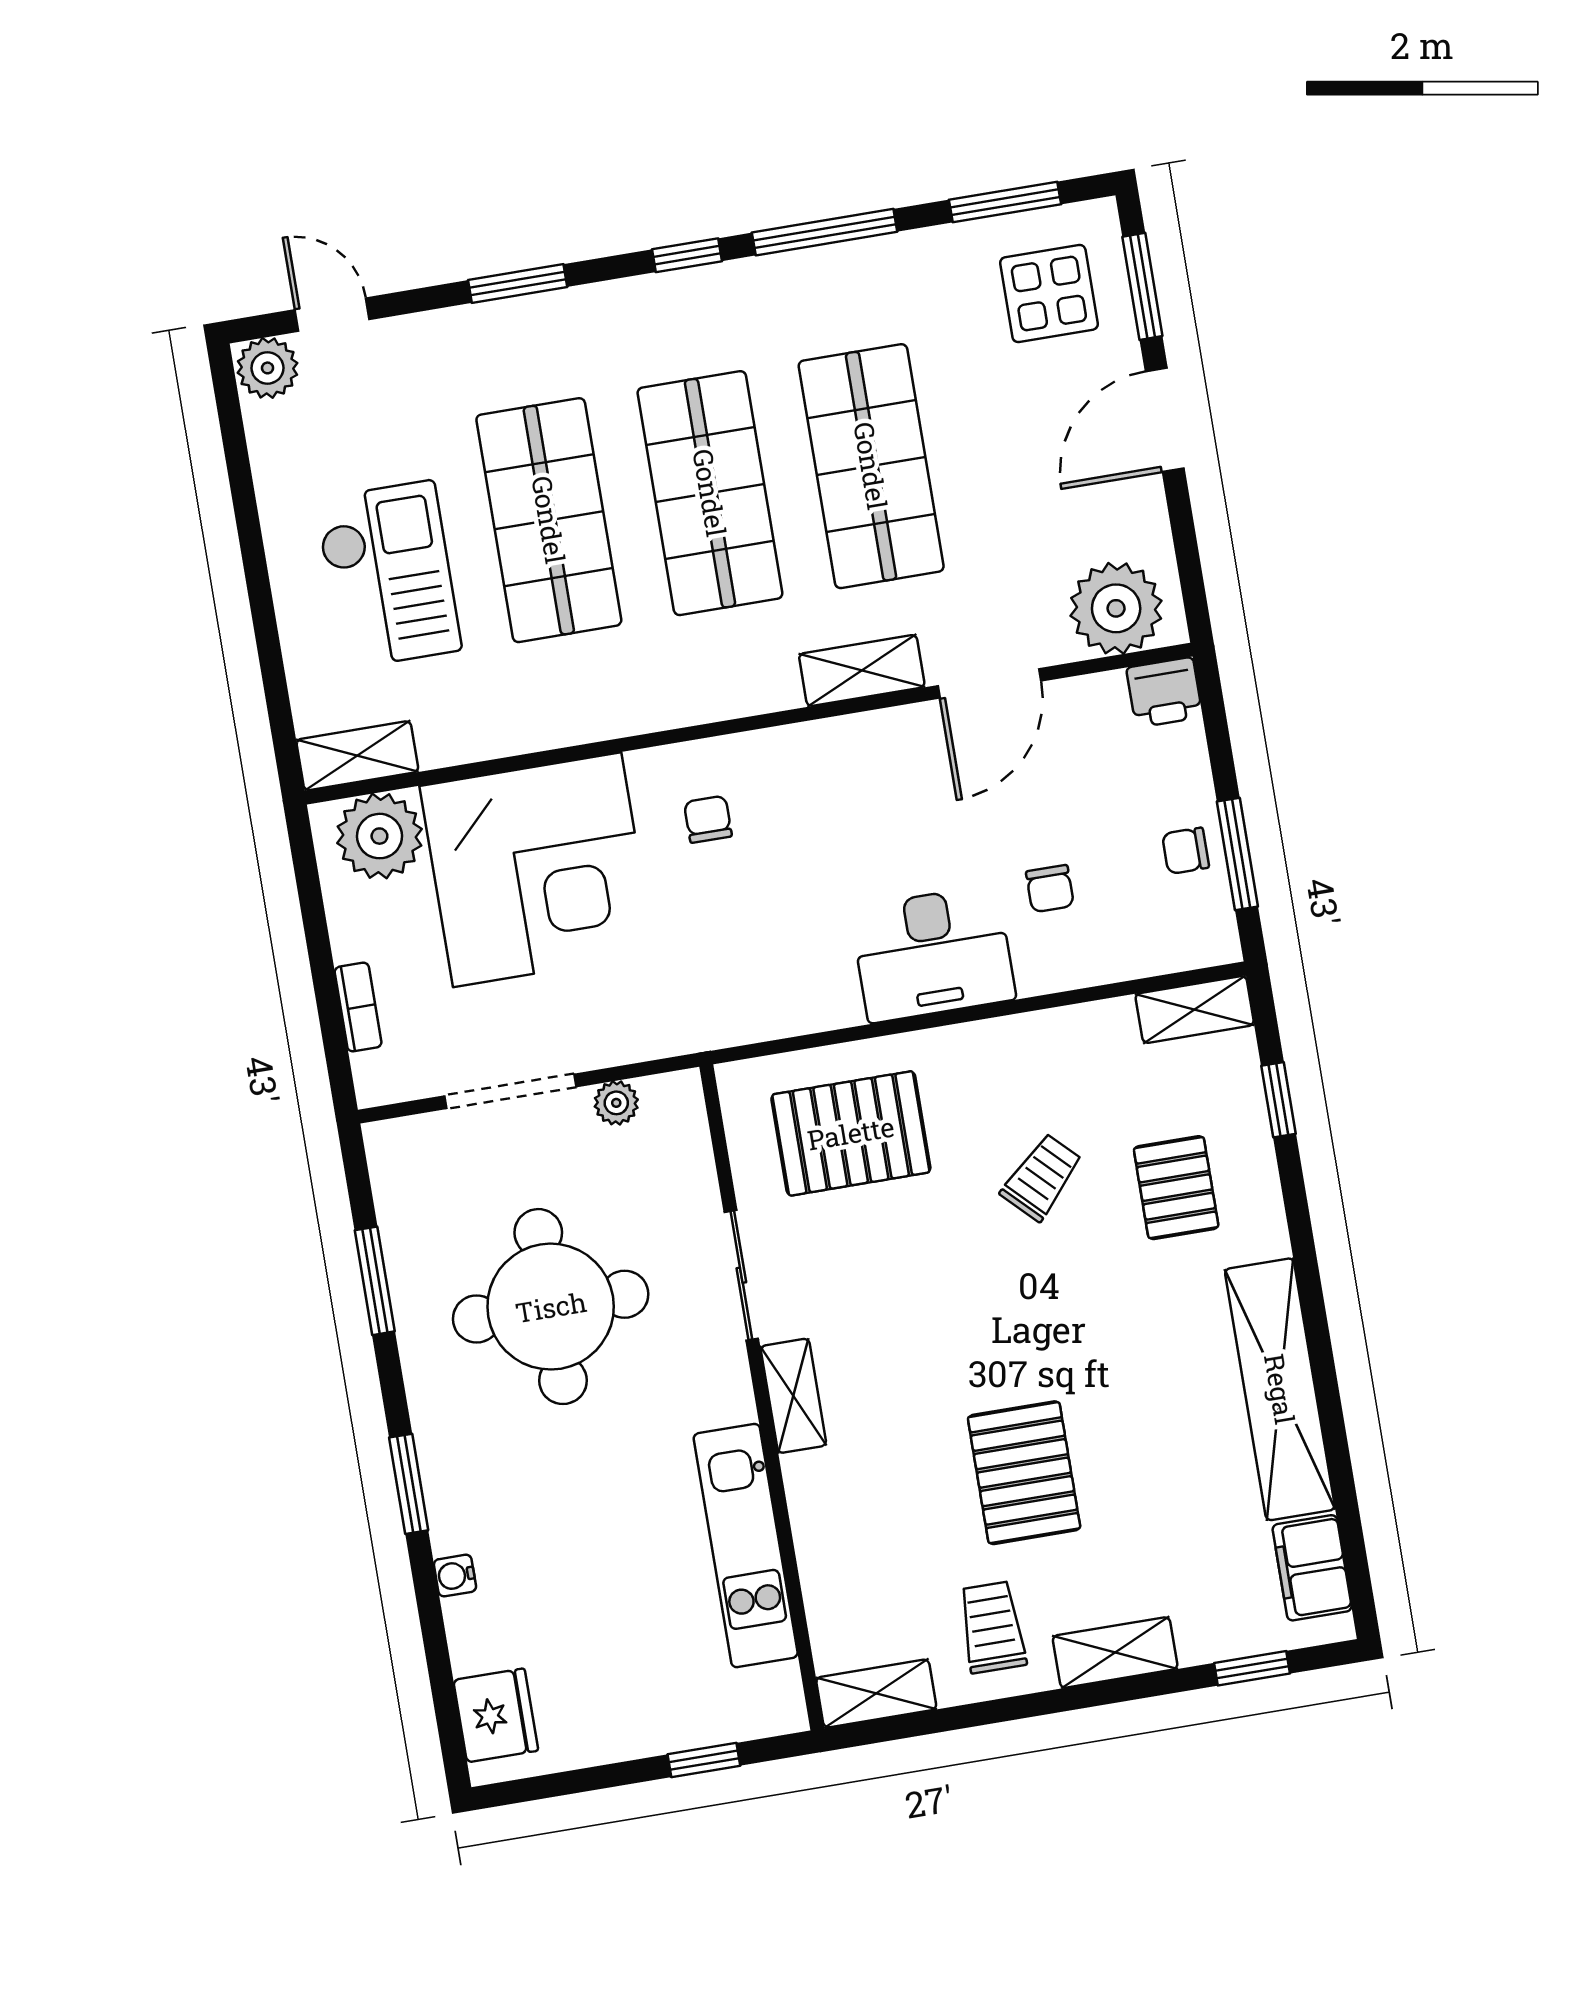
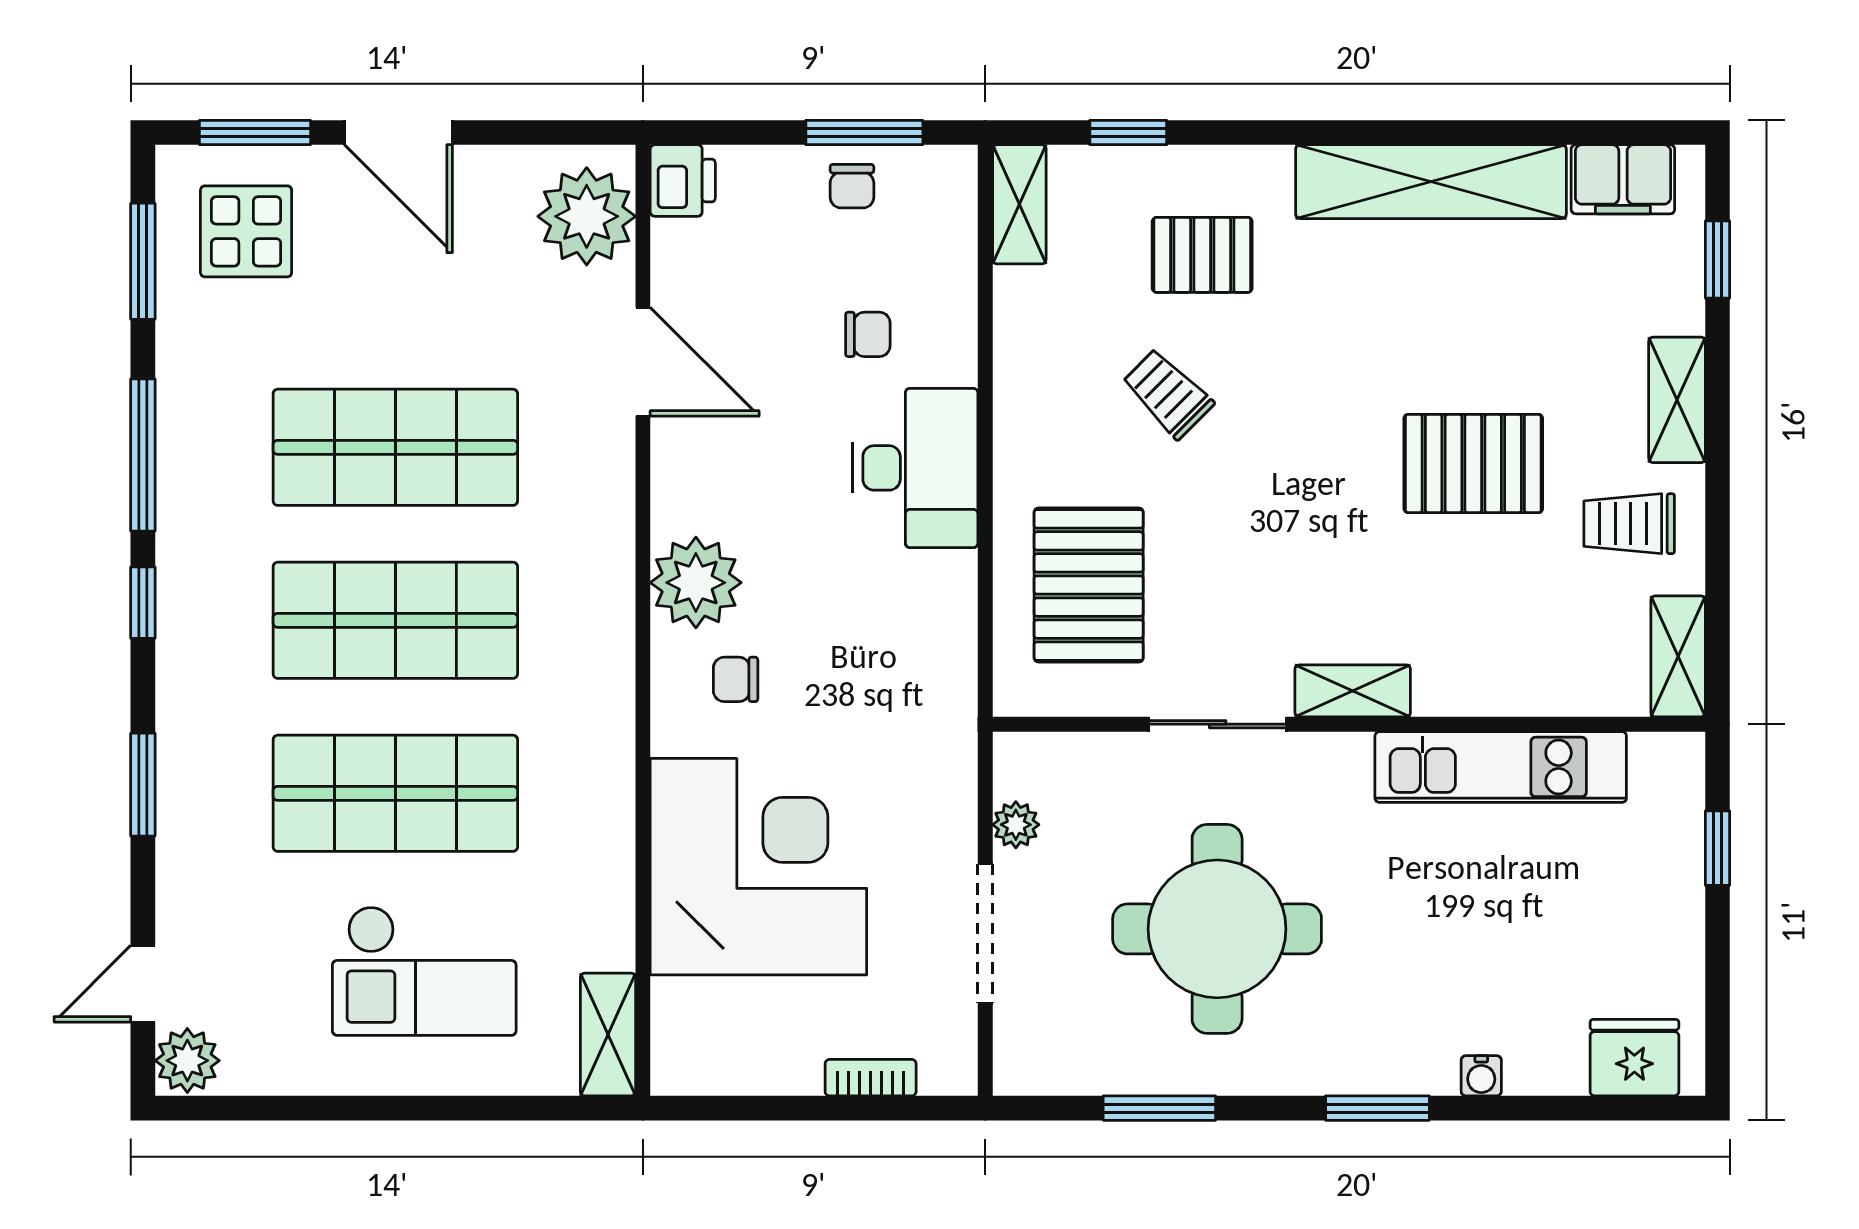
checkout: (388, 575) -> (424, 971), turned 180
shelving: (862, 671) -> (607, 493), removed
plant: (379, 836) -> (696, 583), moved

